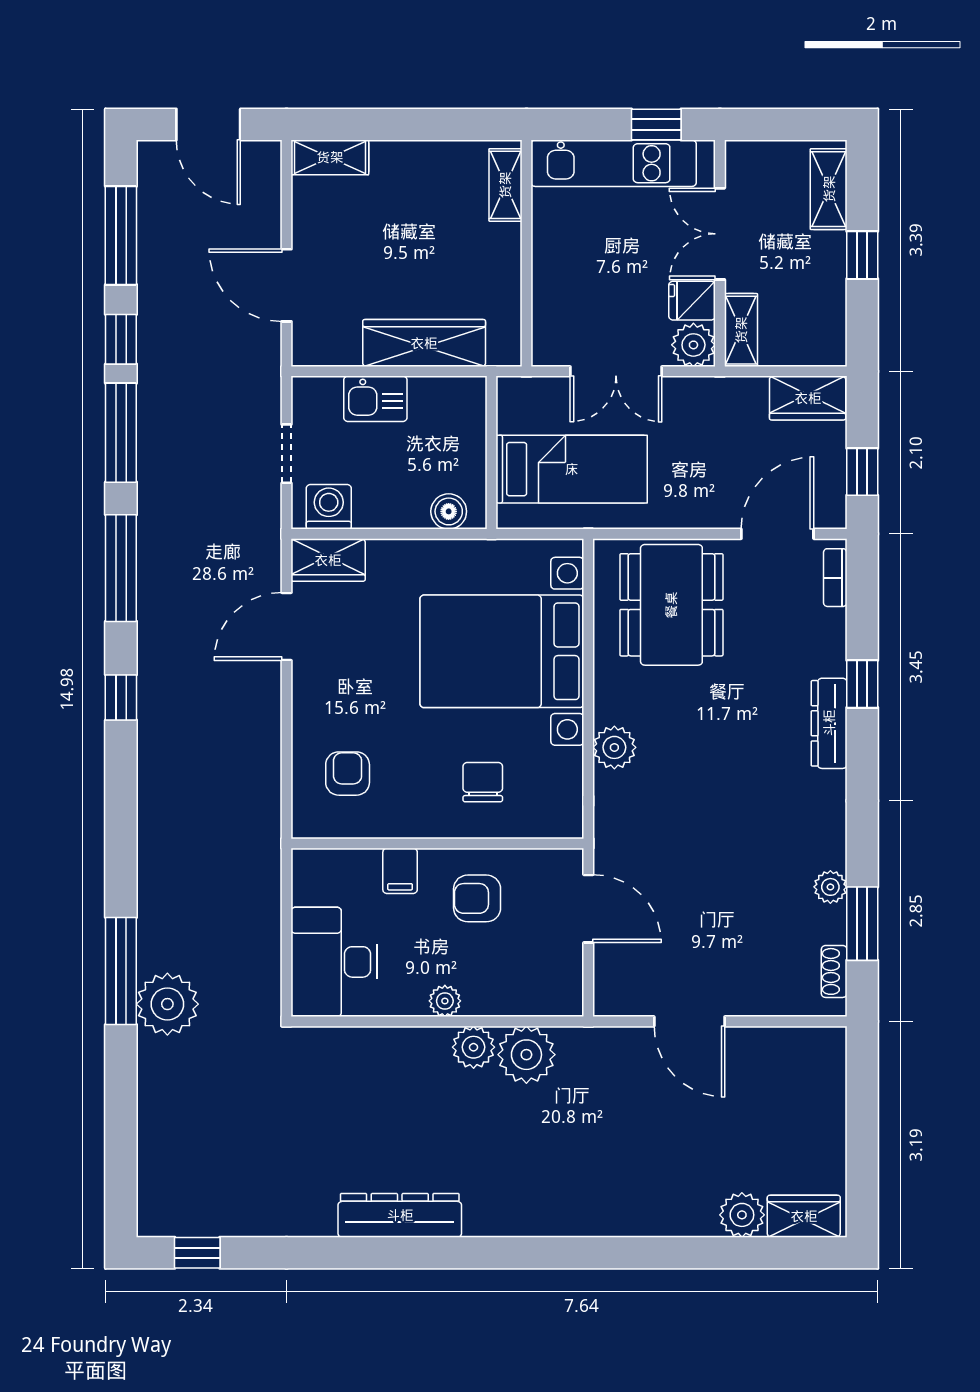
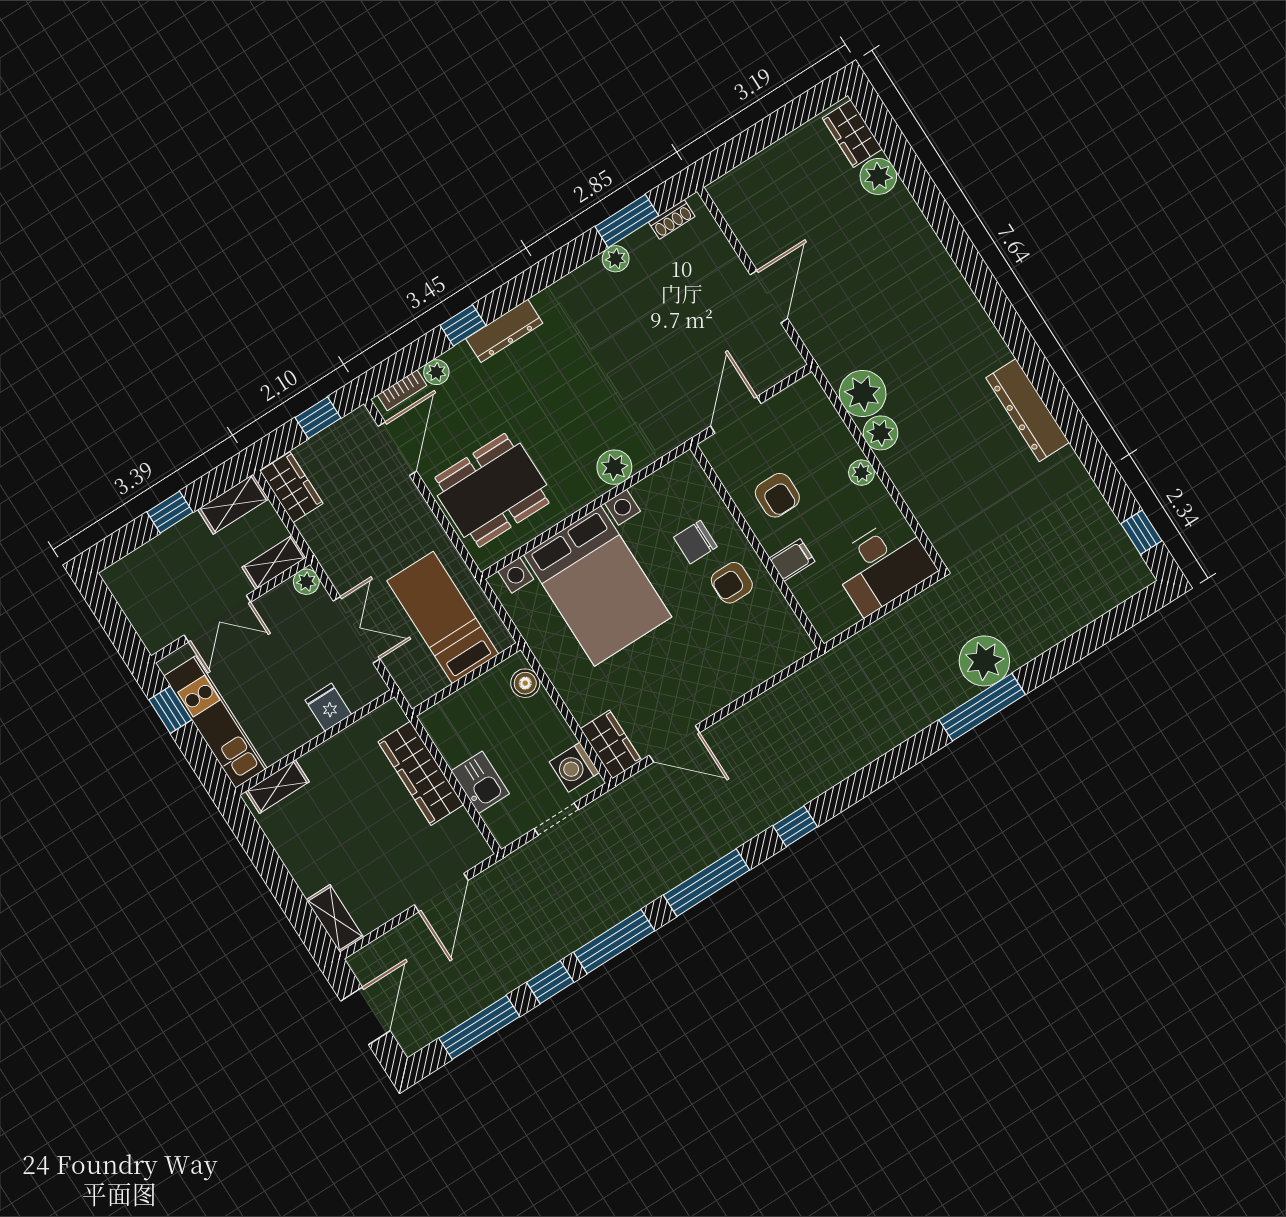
shelving: (829, 189) -> (233, 504), moved
fridge: (692, 301) -> (328, 707), moved, turned 180
plant: (693, 345) -> (306, 582), width x0.73, depth x0.73
door: (777, 534) -> (397, 449), swing flipped
plant: (831, 625) -> (436, 372), added
armchair: (348, 774) -> (732, 583), moved

